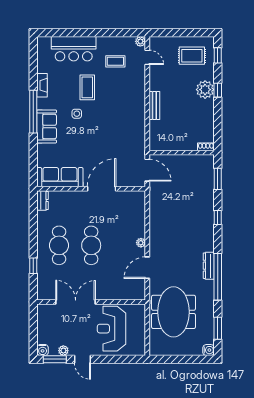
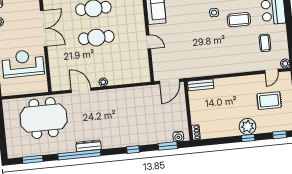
rug: (192, 56) -> (269, 101), moved, turned 90
bench: (154, 106) -> (201, 85), moved
door: (102, 189) -> (148, 42), width x0.53
water cooler: (209, 350) -> (178, 137), moved

